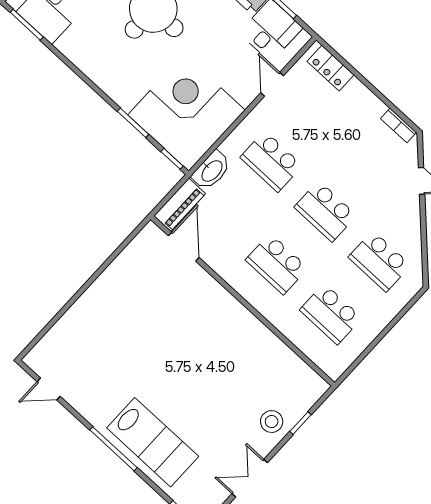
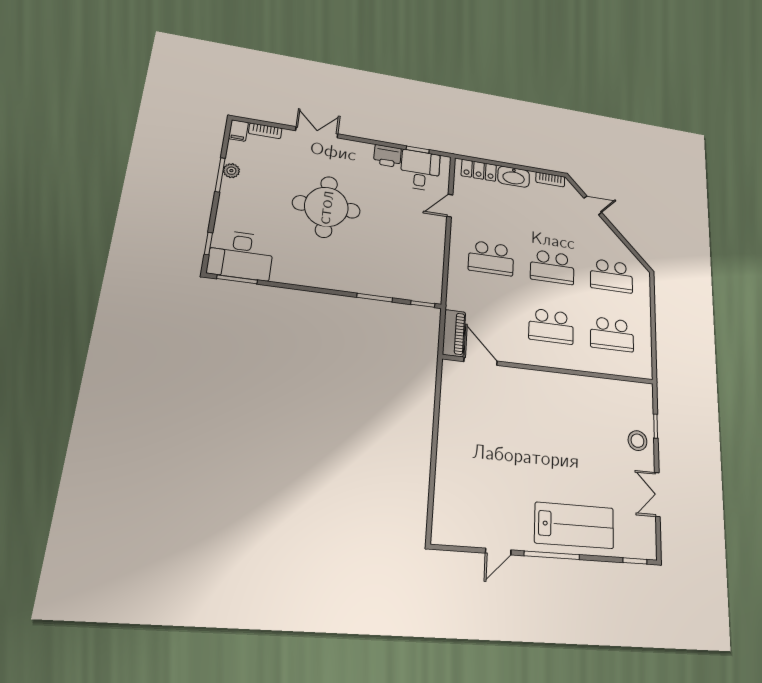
door: (272, 84) -> (450, 206), hinge flipped
corner desk: (186, 112) -> (407, 264), removed
washbasin: (212, 171) -> (514, 177), moved, turned 90
door: (49, 389) -> (498, 552), moved

